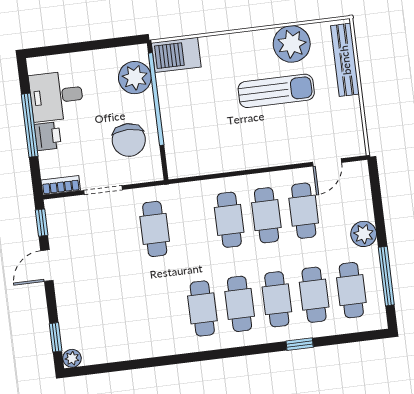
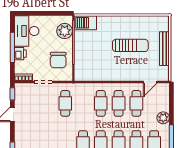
plant: (292, 44) -> (140, 24), removed
bench: (345, 60) -> (164, 49), moved
desk: (56, 96) -> (27, 31), width x1.37

